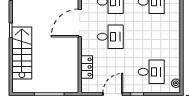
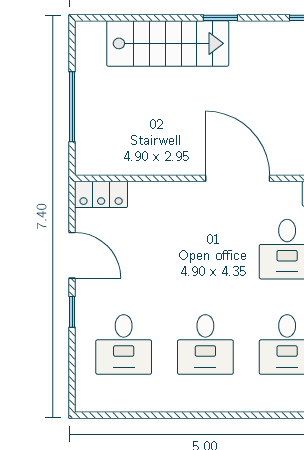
desk: (110, 37) -> (205, 344), moved
locker: (87, 67) -> (101, 194), moved
plant: (176, 83) -> (97, 402), removed

